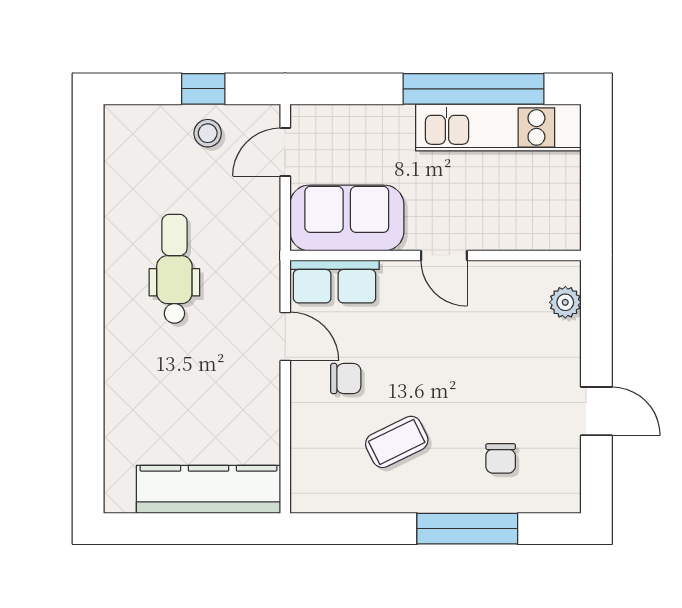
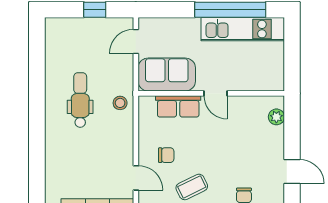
stool: (208, 133) -> (120, 103), moved
row of seats: (334, 281) -> (178, 106), moved
door: (285, 336) -> (136, 178), moved

